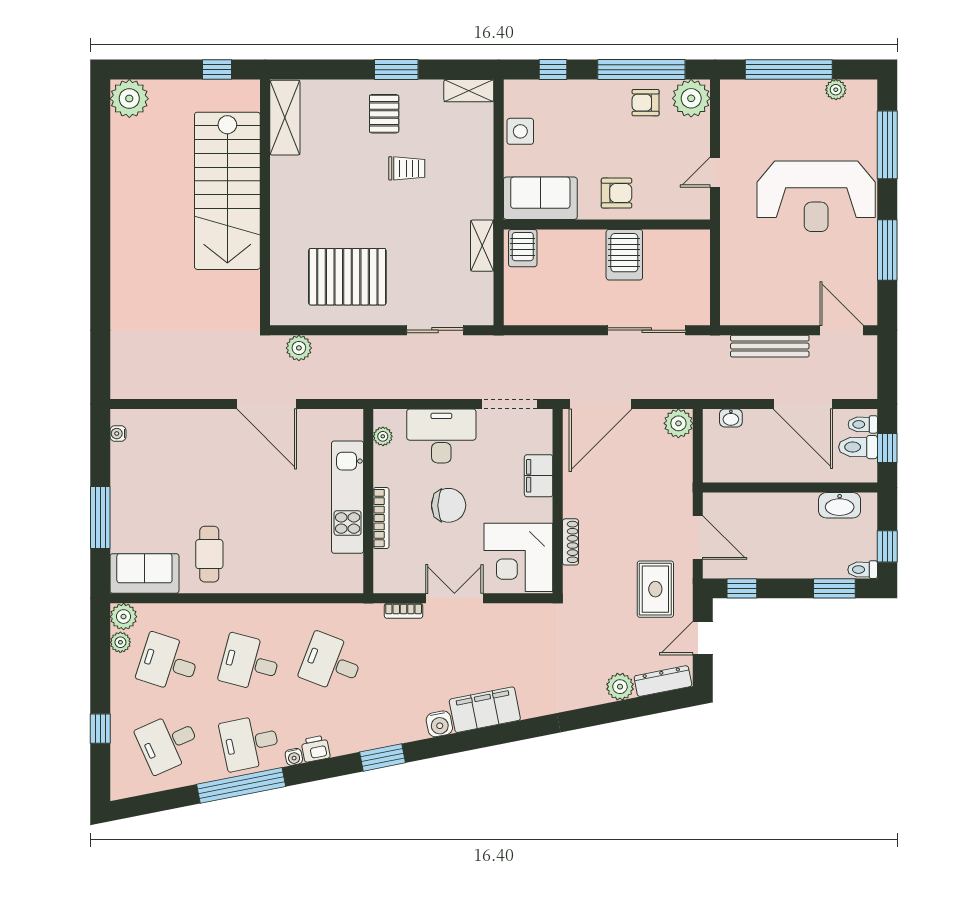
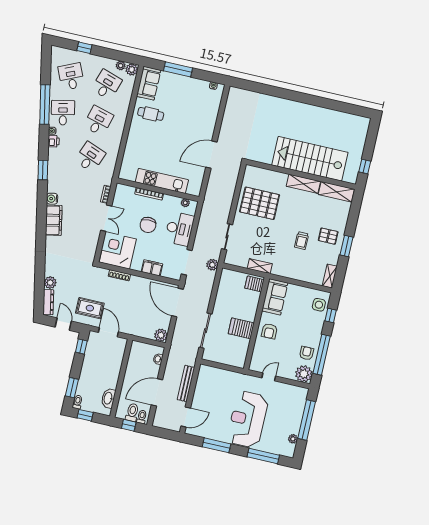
plant: (129, 99) -> (361, 125), removed
side table: (520, 131) -> (319, 305), moved
door: (715, 172) -> (269, 377), hinge flipped
shelving: (284, 192) -> (303, 184), added
pallet: (347, 277) -> (260, 203), turned 90
plant: (299, 348) -> (212, 265), moved
door: (698, 538) -> (108, 332), swing flipped

